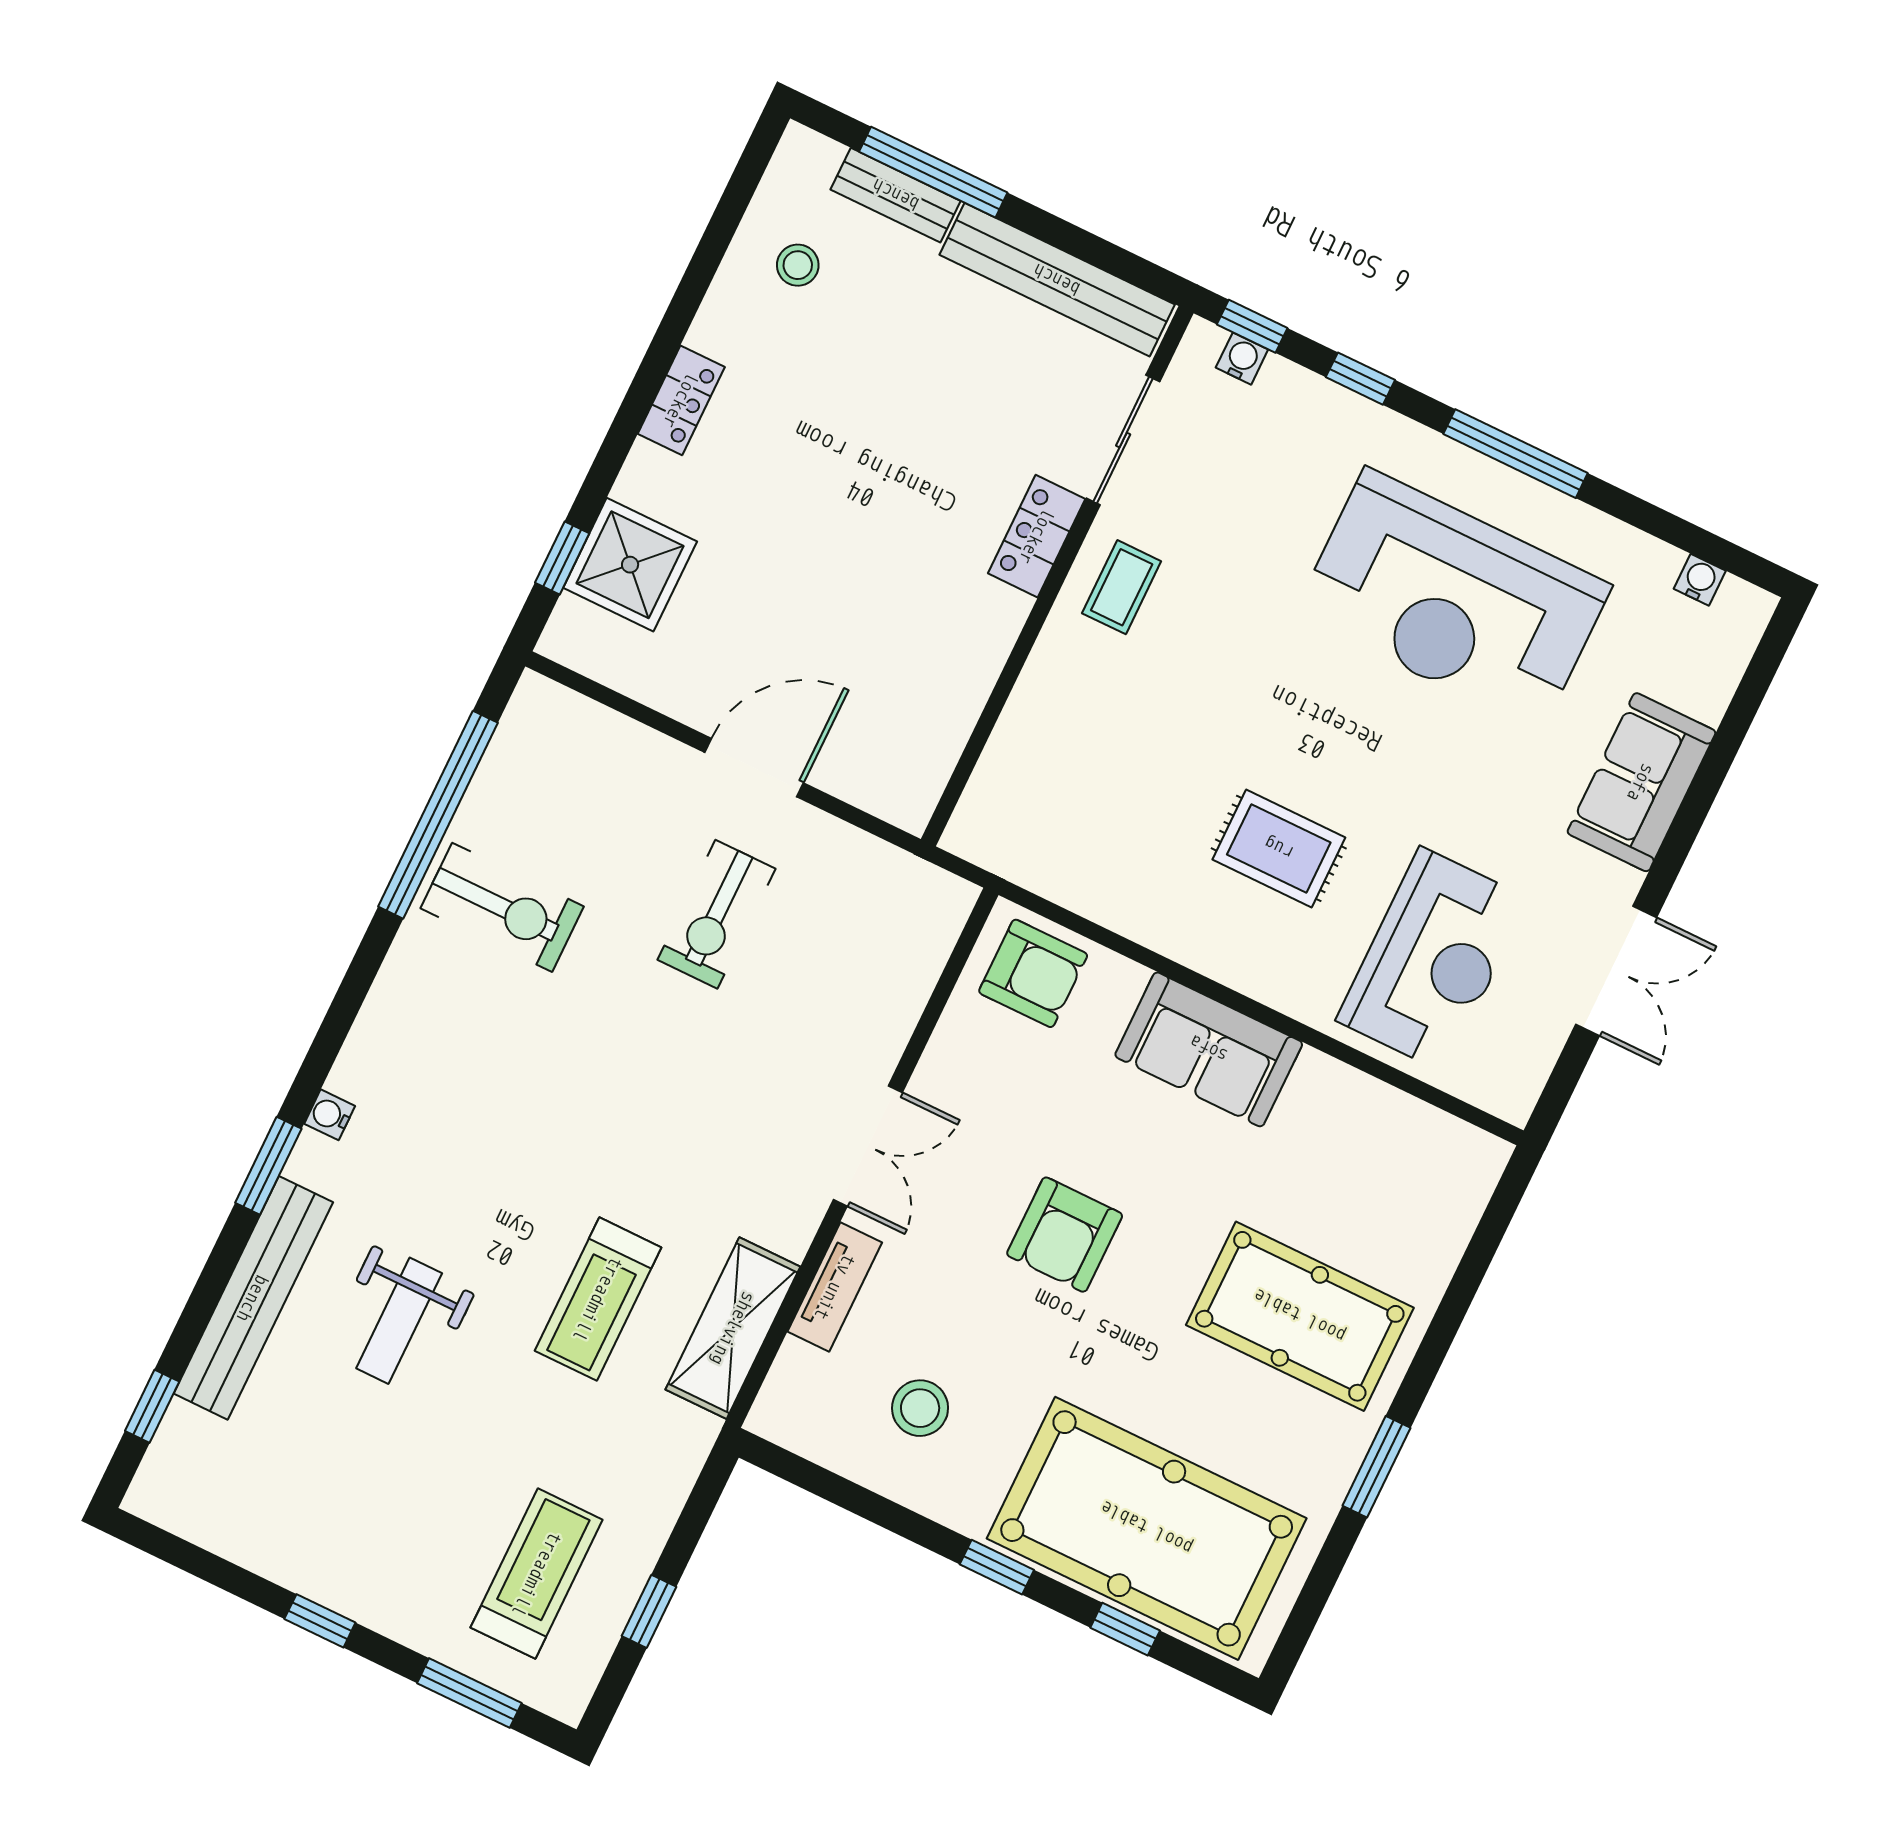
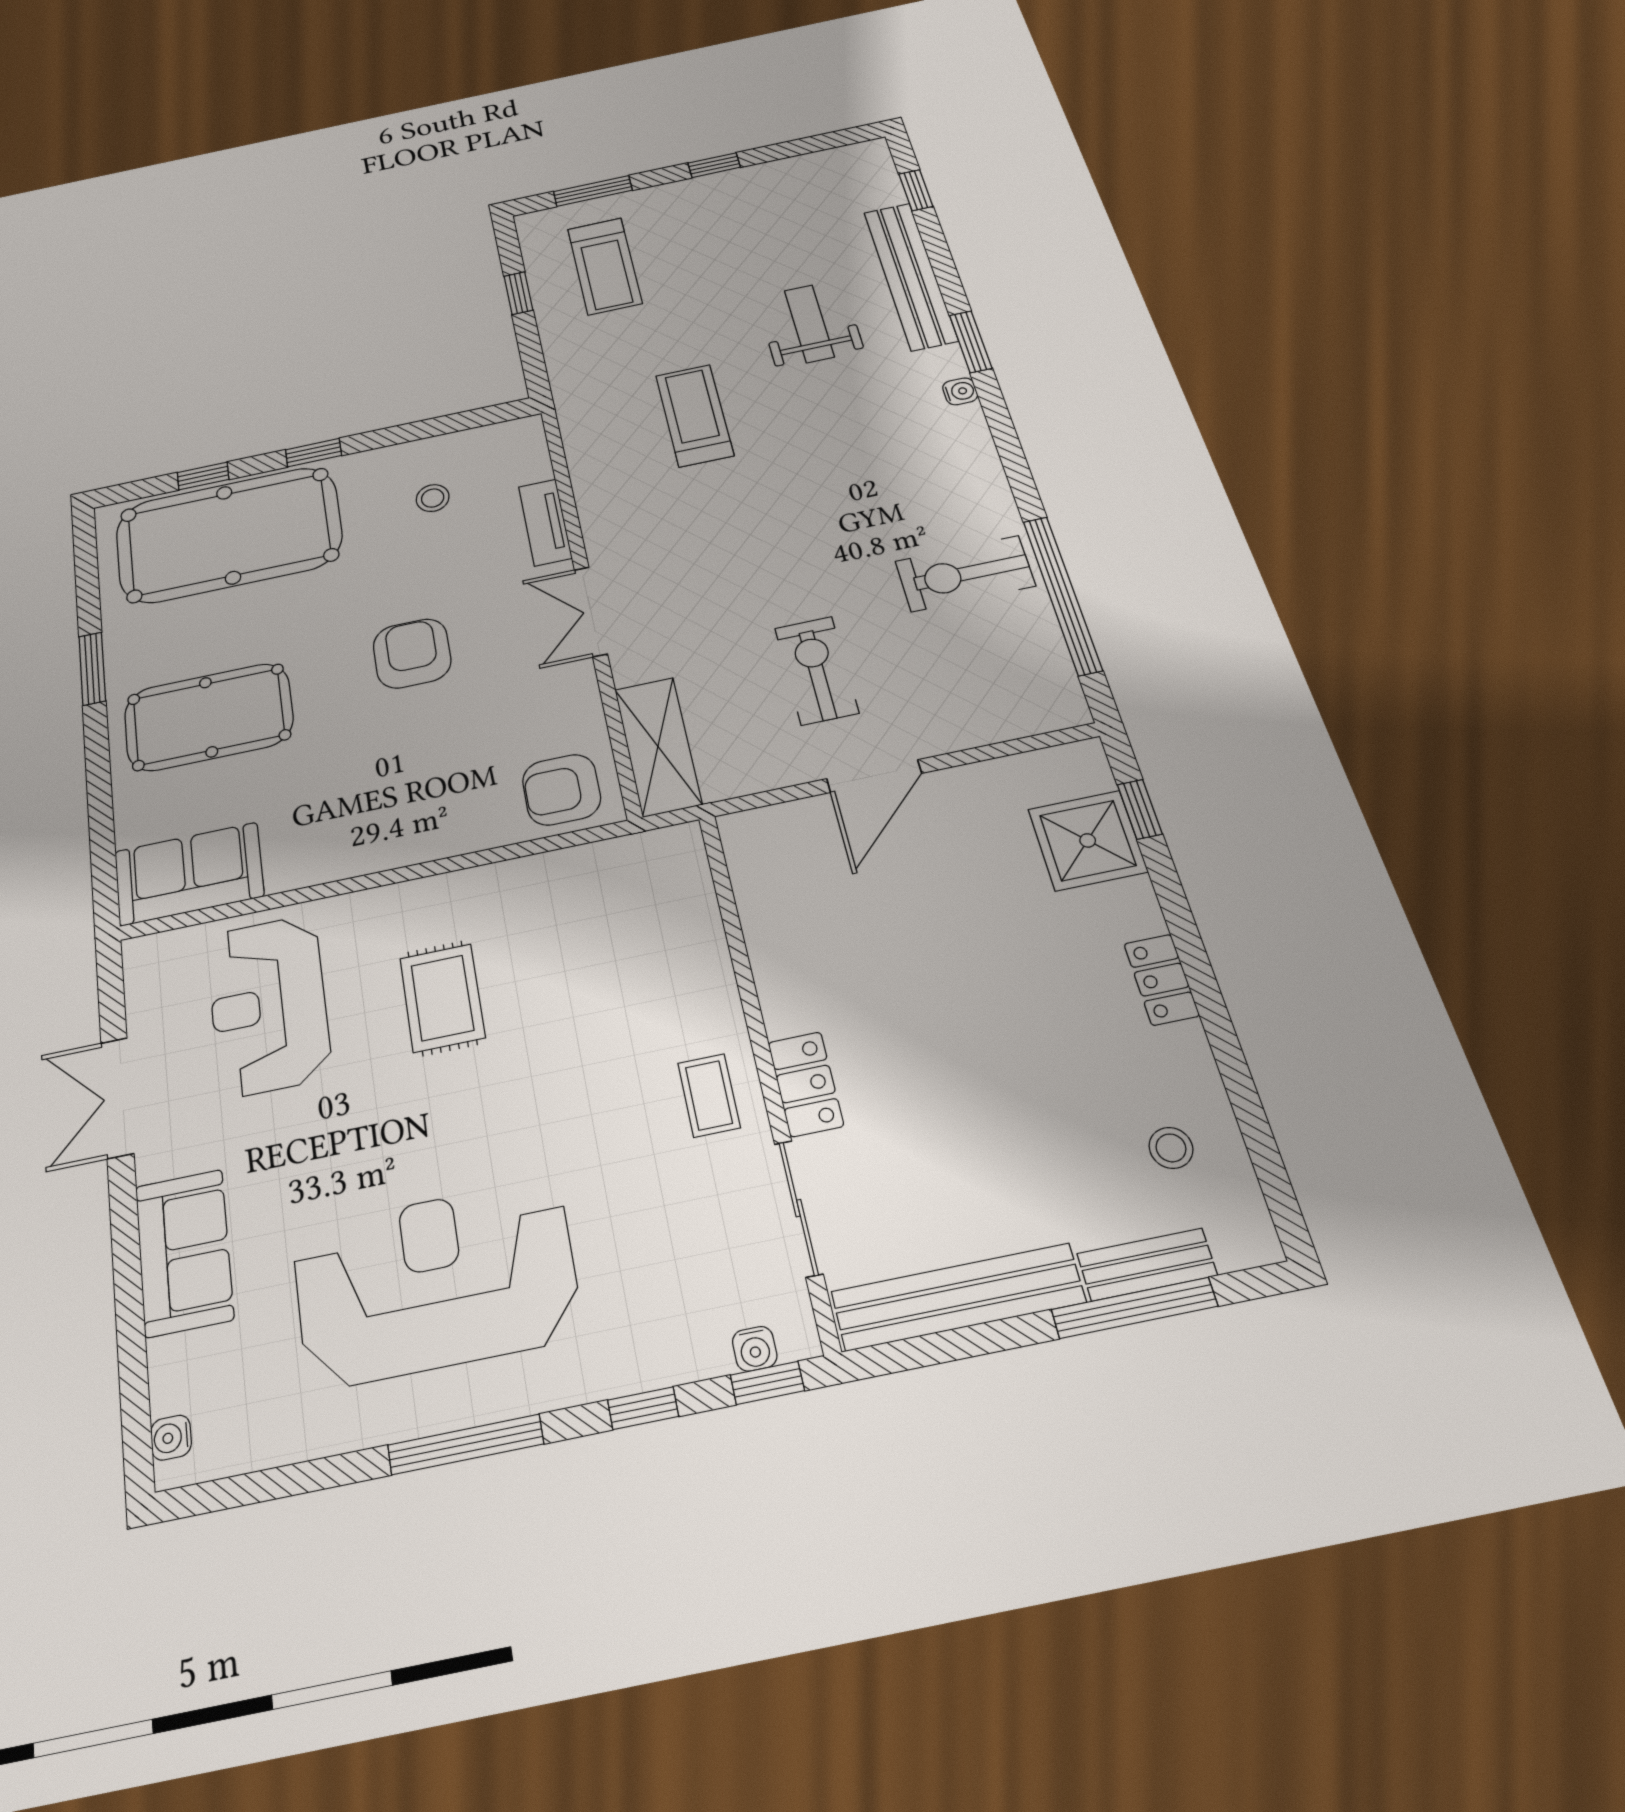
water cooler: (1700, 580) -> (171, 1438), moved, turned 90
rug: (1279, 848) -> (442, 998), turned 90
sofa: (1209, 1049) -> (189, 874), moved
shelving: (733, 1328) -> (658, 746), moved
stool: (920, 1408) -> (433, 498), width x0.73, depth x0.73

